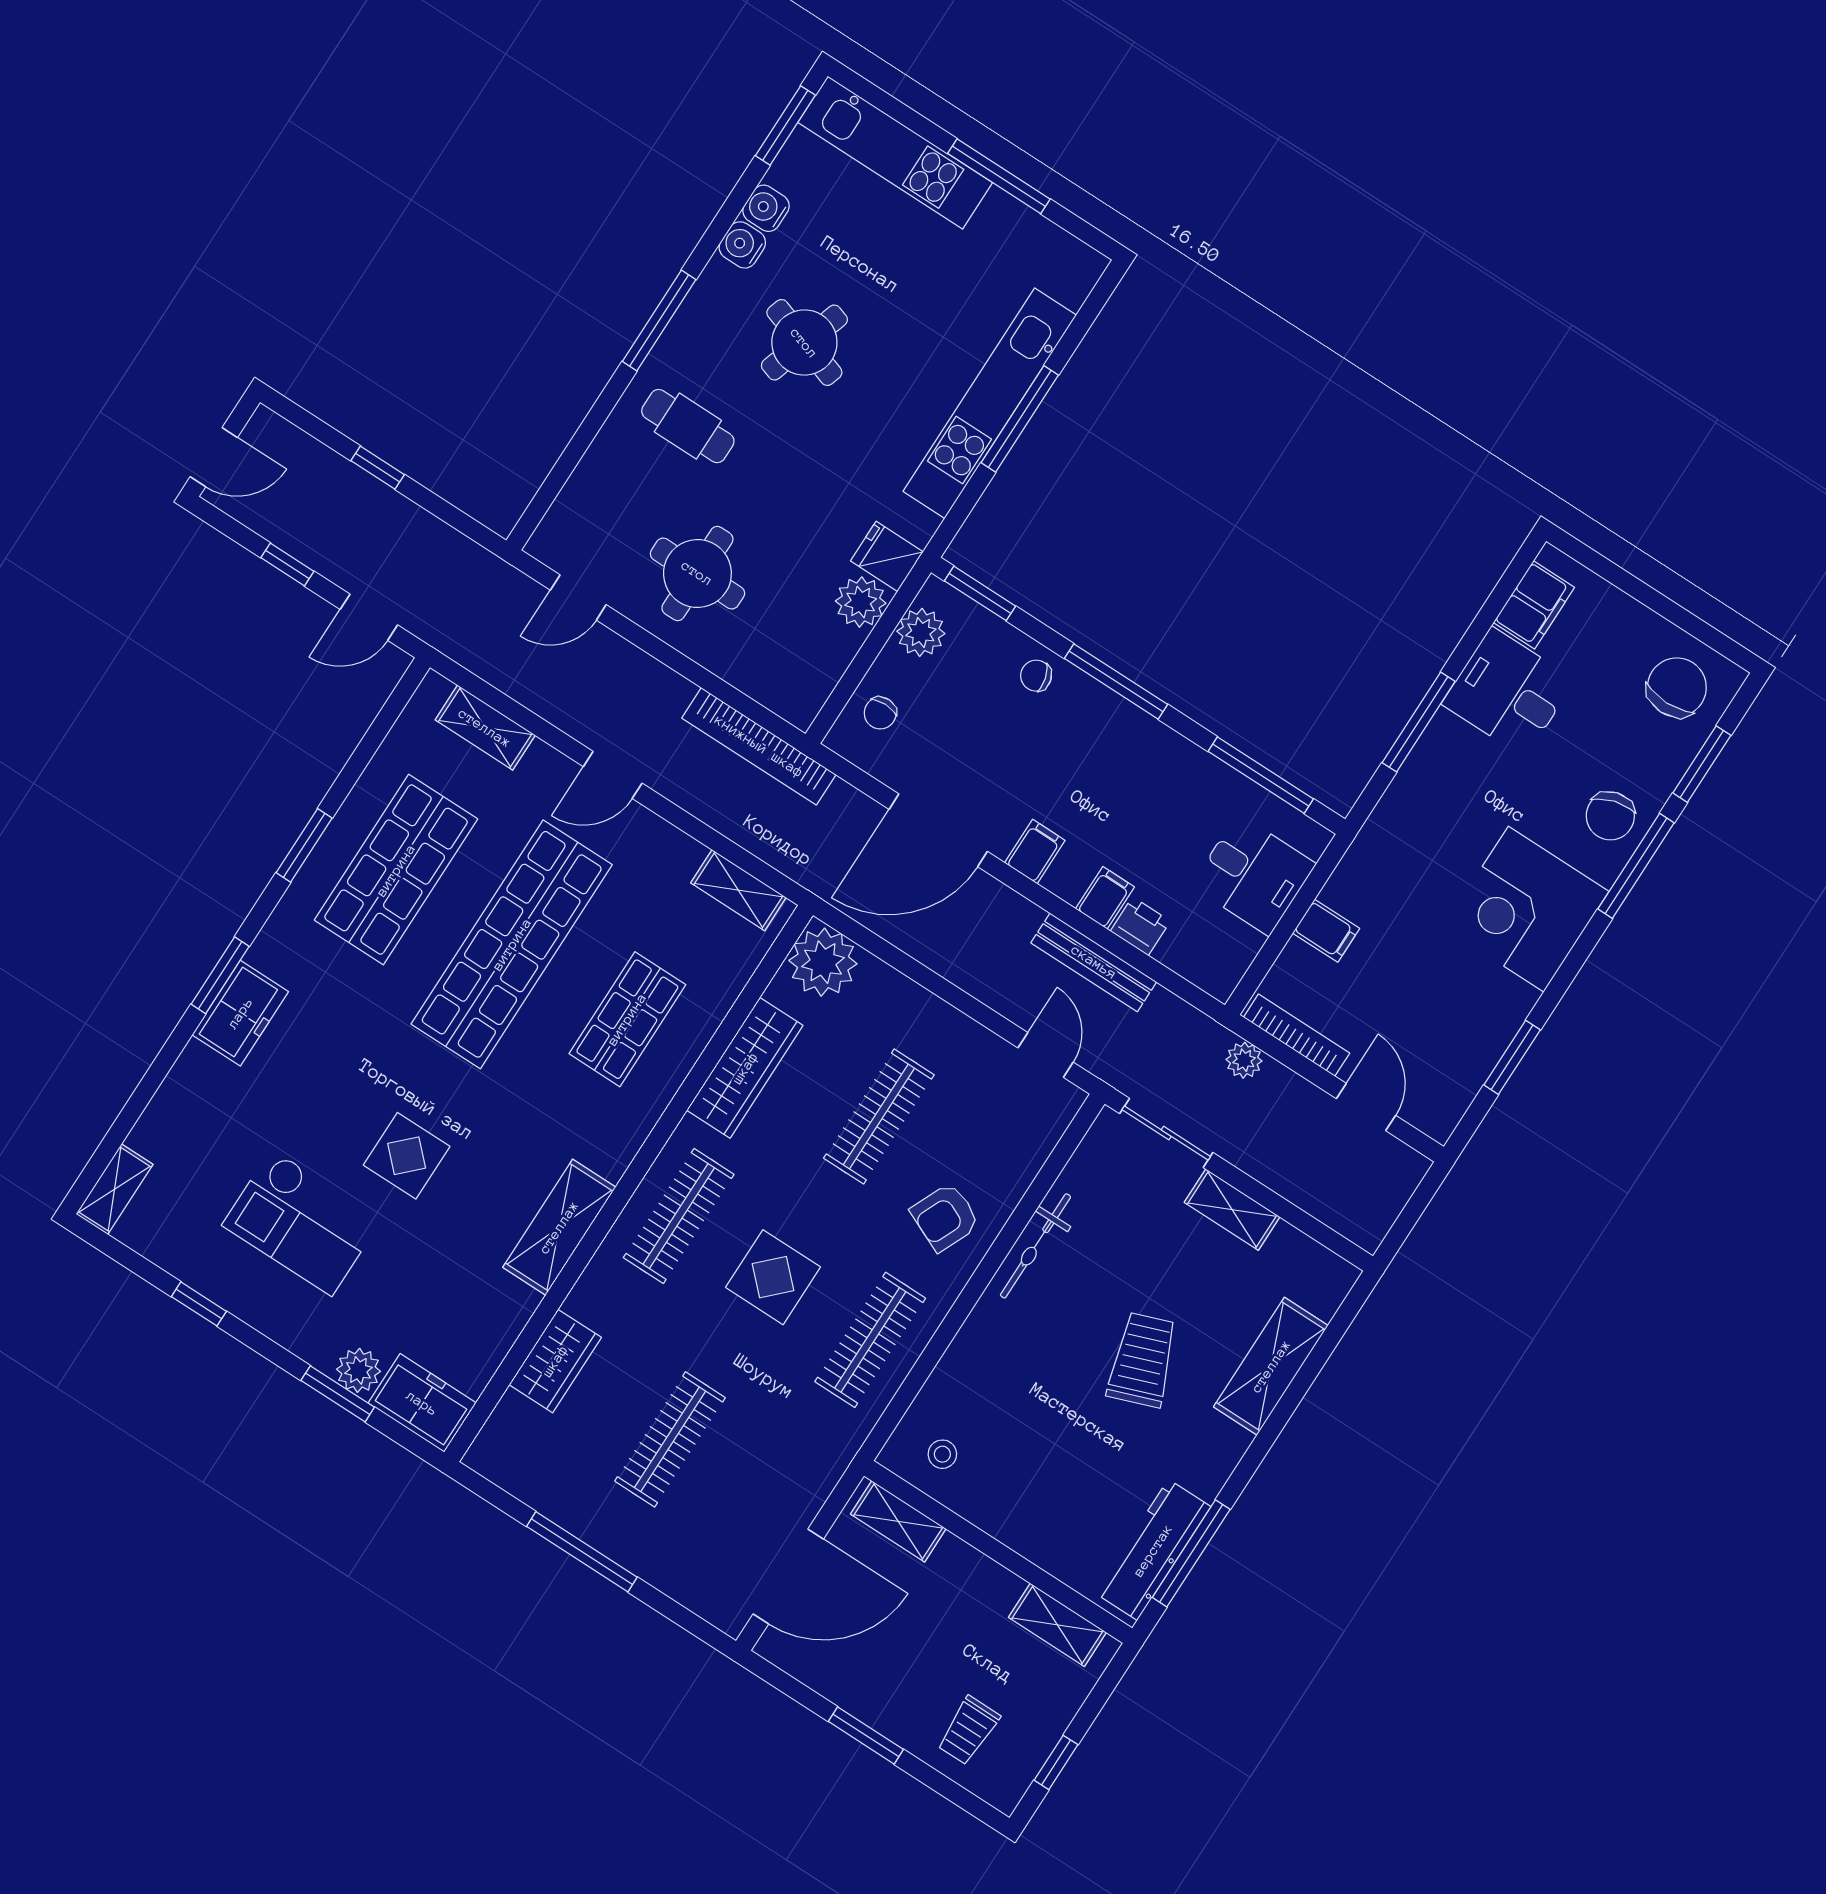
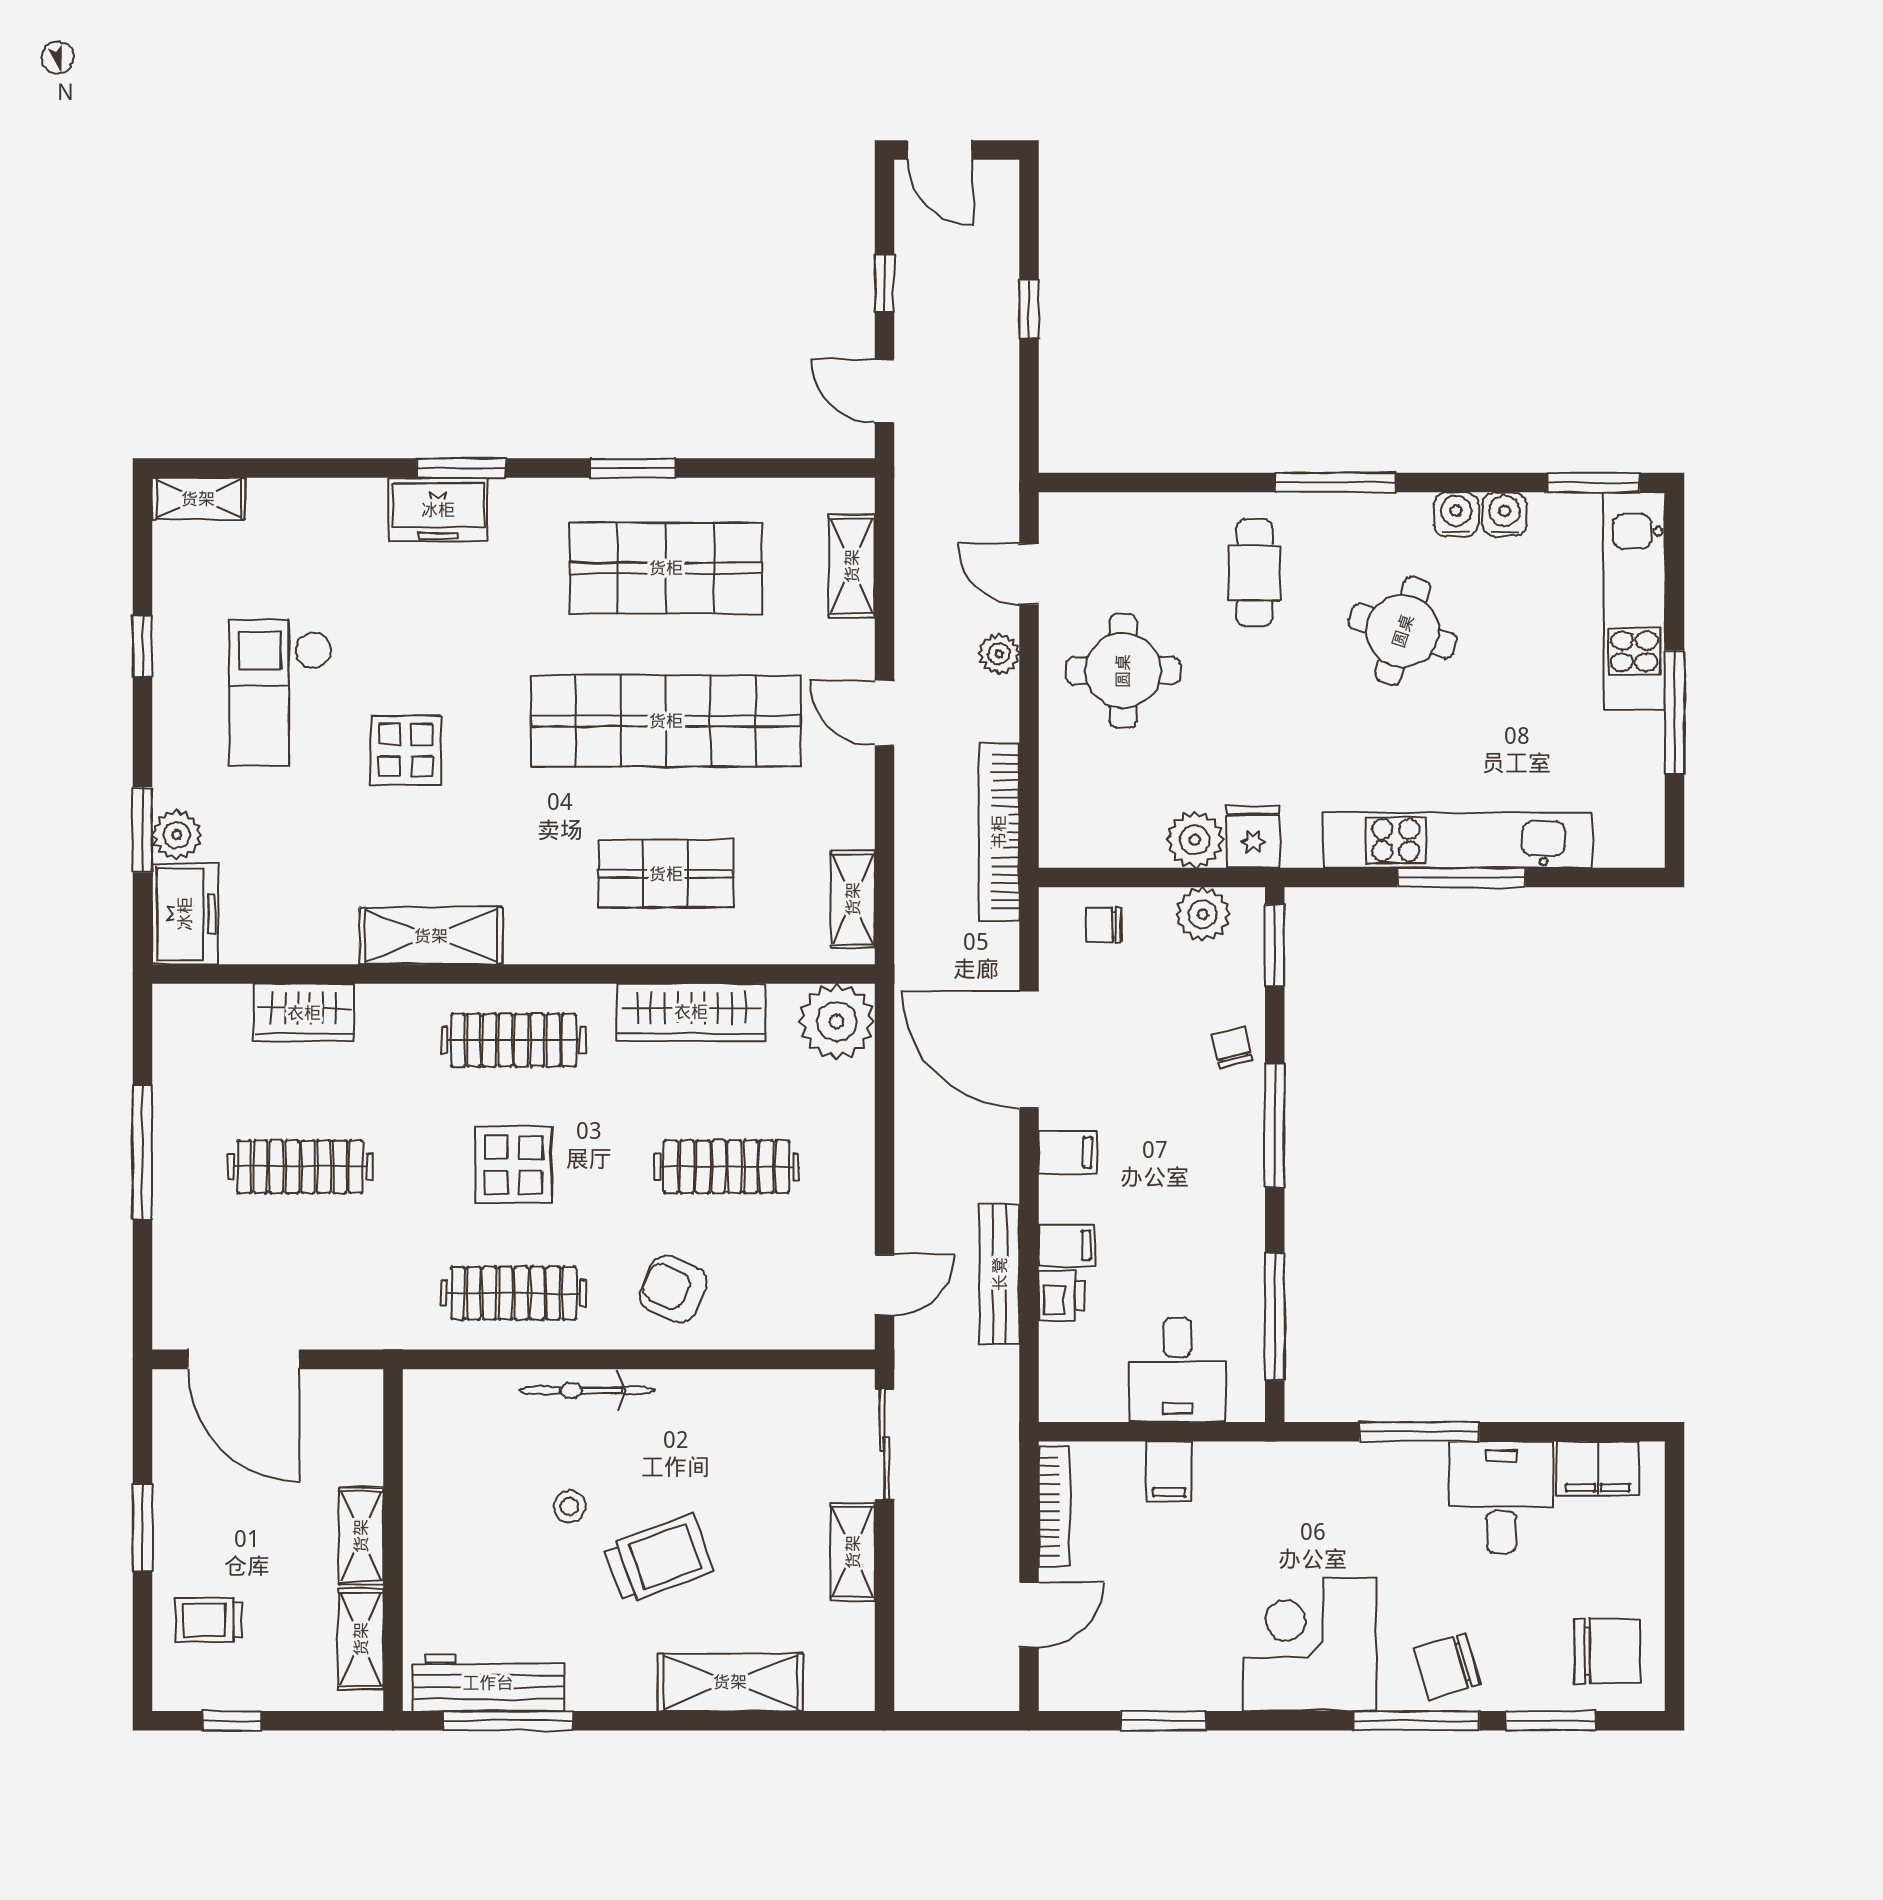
plant: (1244, 1060) -> (999, 654), moved
bicycle: (1035, 1246) -> (587, 1390), moved
stool: (942, 1454) -> (570, 1506), moved
shelving: (898, 1521) -> (361, 1536), moved

